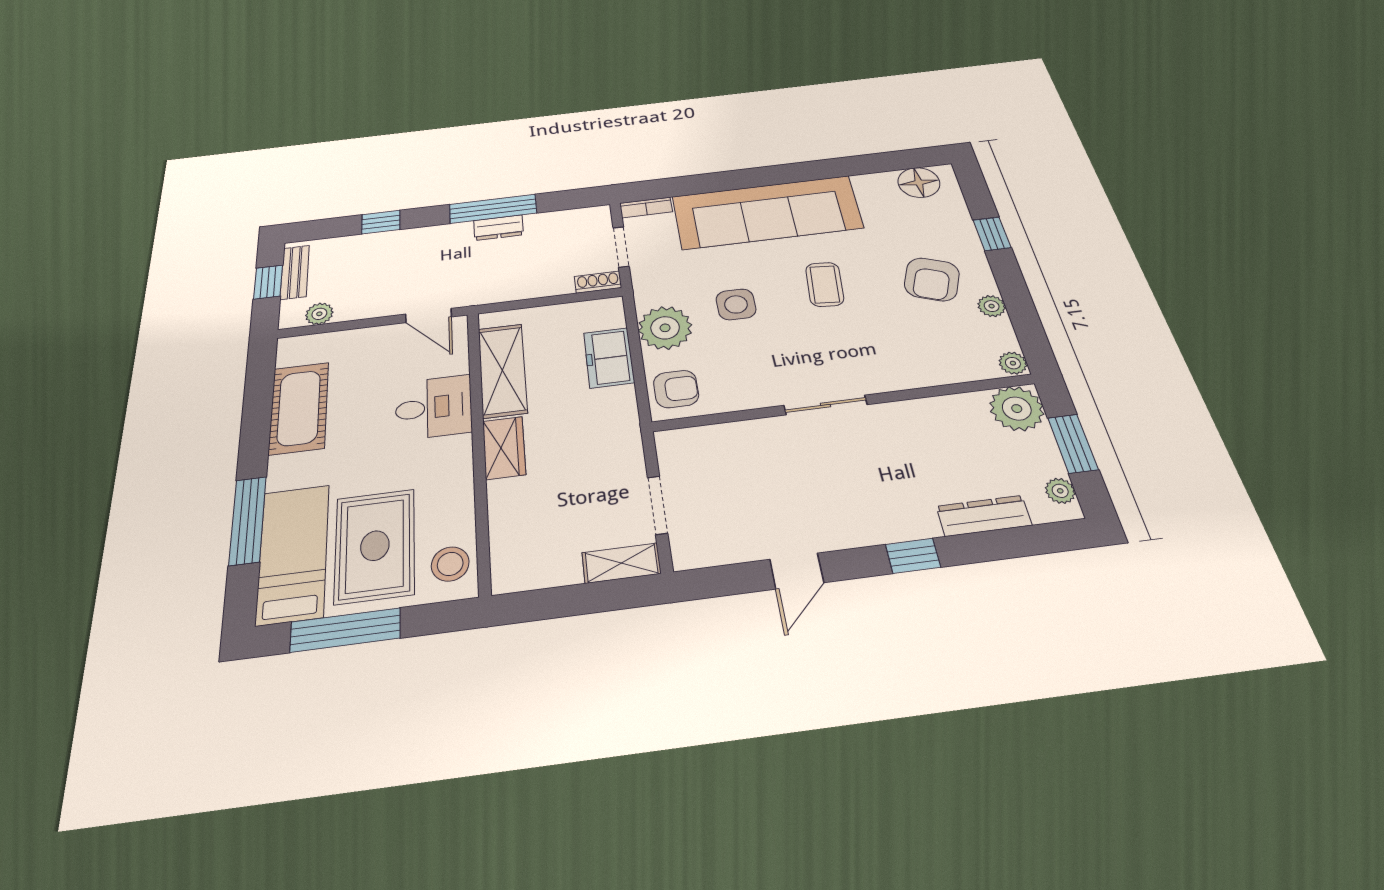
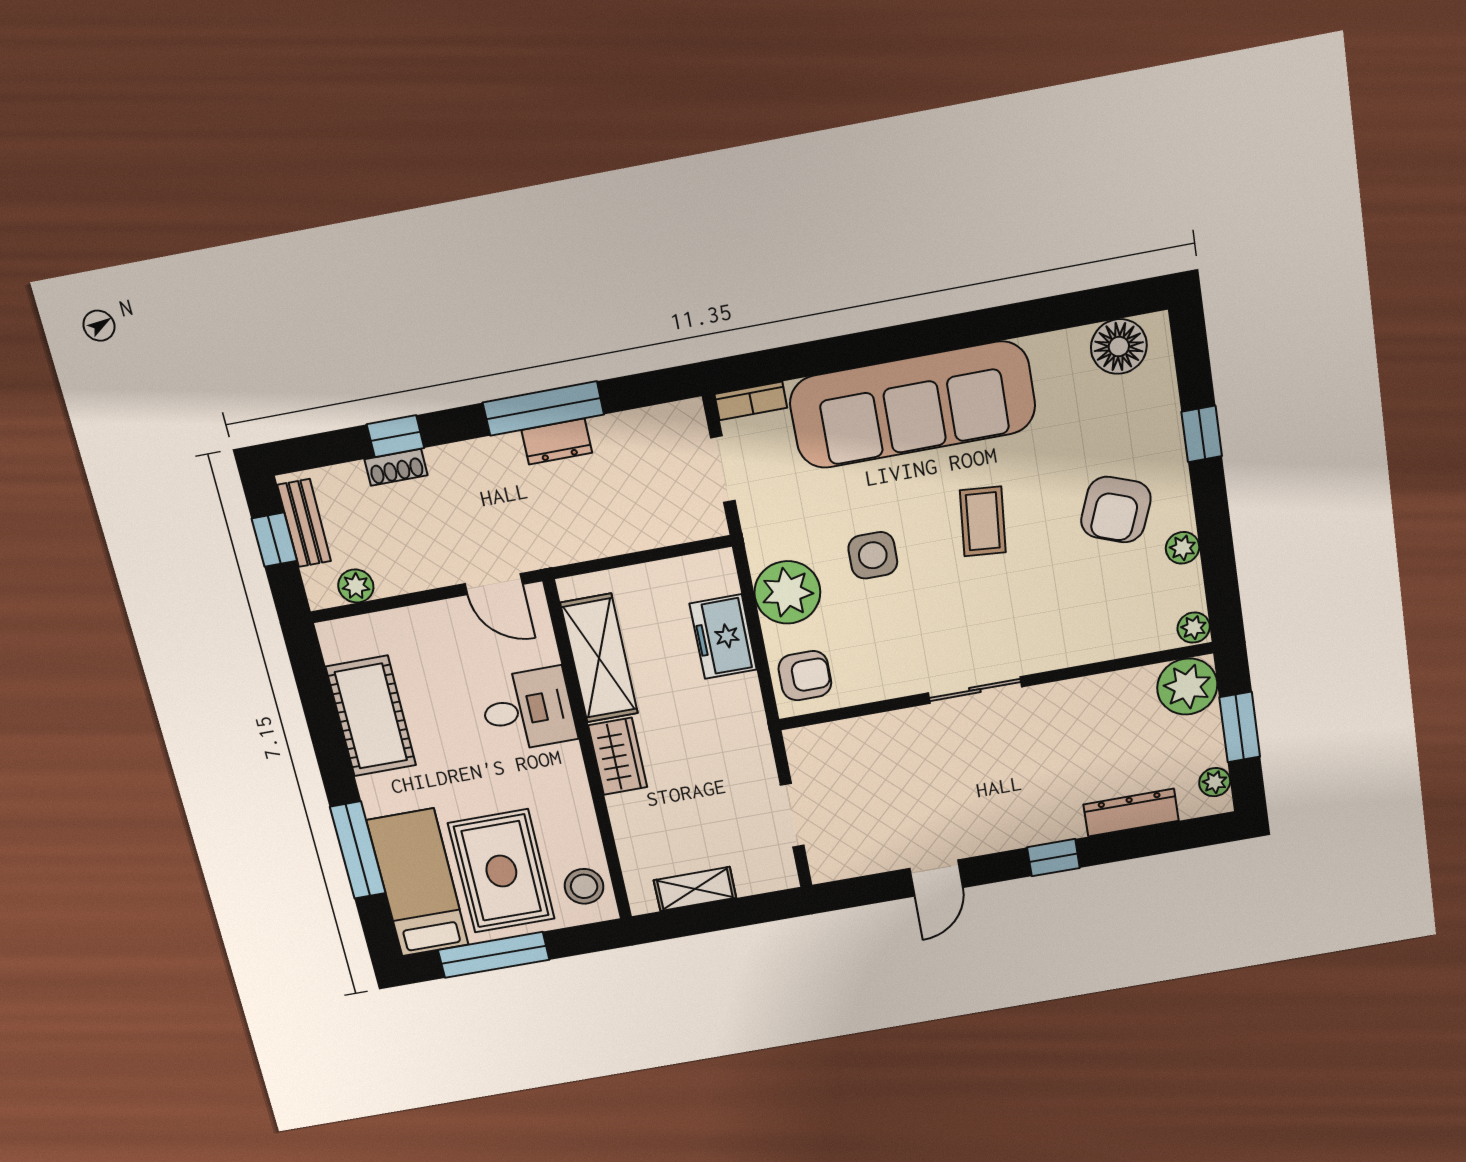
shoe rack: (598, 282) -> (396, 467), moved, turned 180
shelving: (621, 563) -> (695, 889), moved

